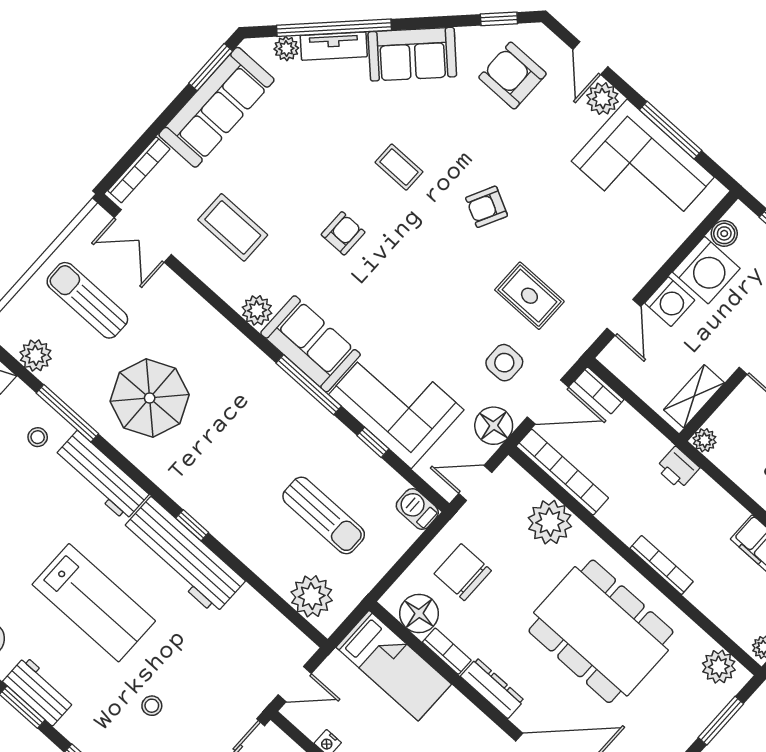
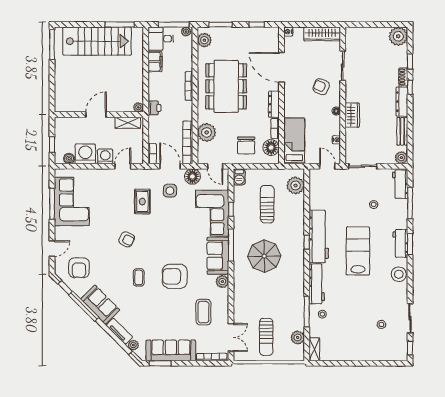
plant: (603, 99) -> (61, 234), removed
armchair: (343, 233) -> (175, 276), width x1.88, depth x1.88
parasol: (150, 398) -> (264, 256), moved

